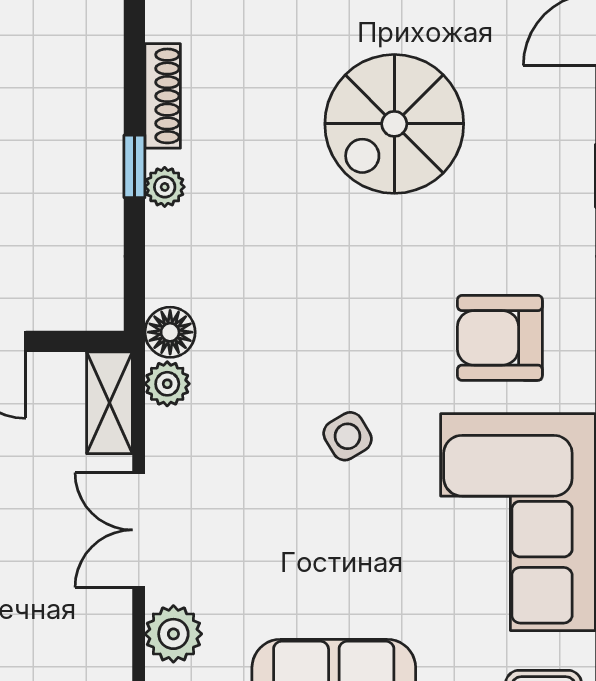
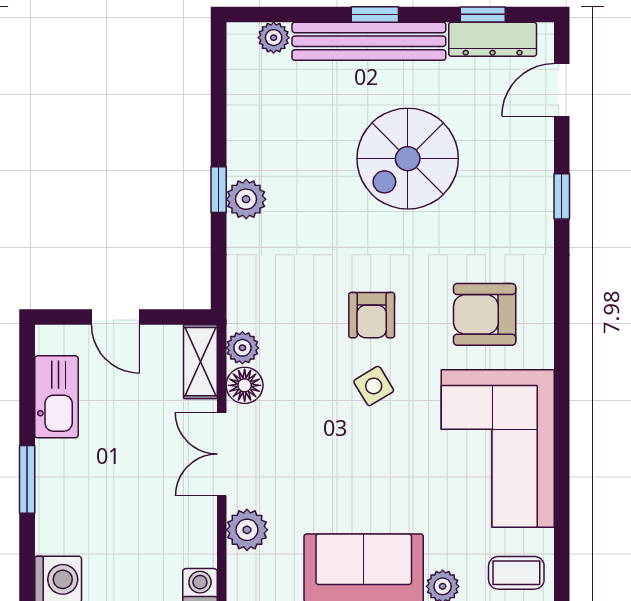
shoe rack: (163, 96) -> (239, 138), removed
plant: (165, 187) -> (246, 199), width x1.38, depth x1.38
floor lamp: (170, 332) -> (245, 385), moved
armchair: (345, 339) -> (372, 315), added

